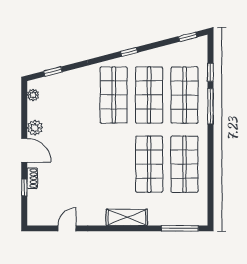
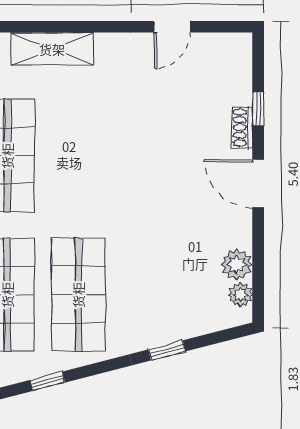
window: (53, 72) -> (167, 350), moved
plant: (35, 128) -> (237, 265), moved

